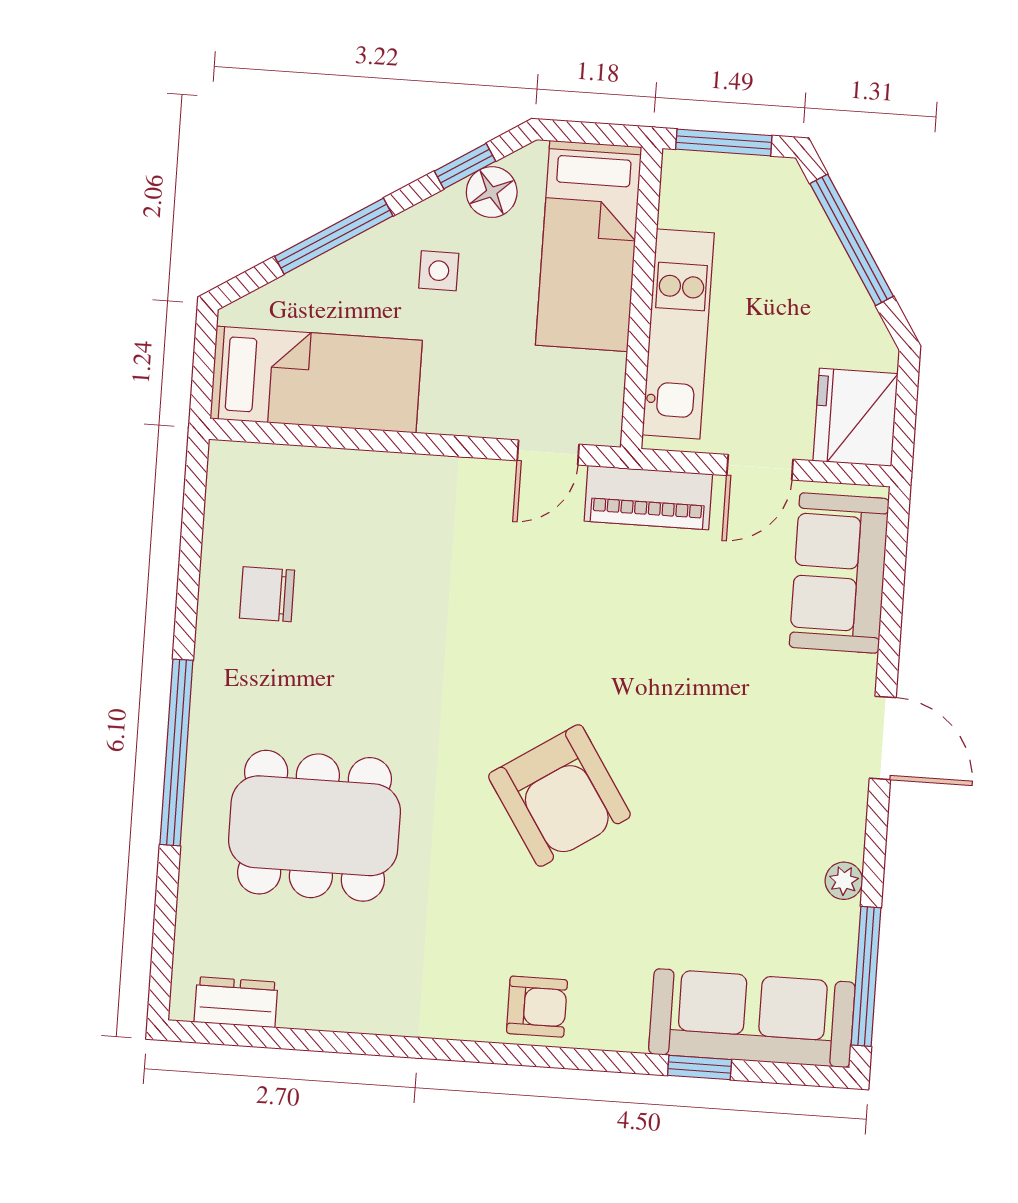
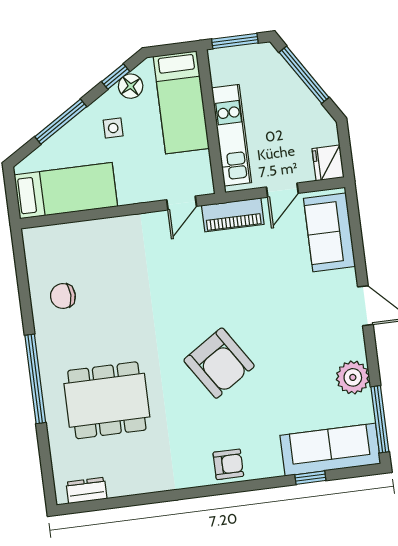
fridge: (855, 417) -> (328, 163), width x0.73, depth x0.75
plant: (844, 881) -> (353, 377), width x1.88, depth x1.88

